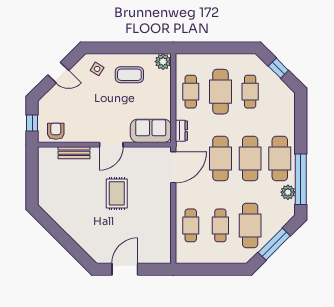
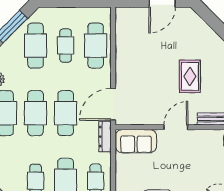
dresser: (181, 131) -> (105, 137), width x1.44
rug: (117, 193) -> (190, 76), moved
cafe table: (191, 225) -> (96, 46), width x1.37, depth x1.35

